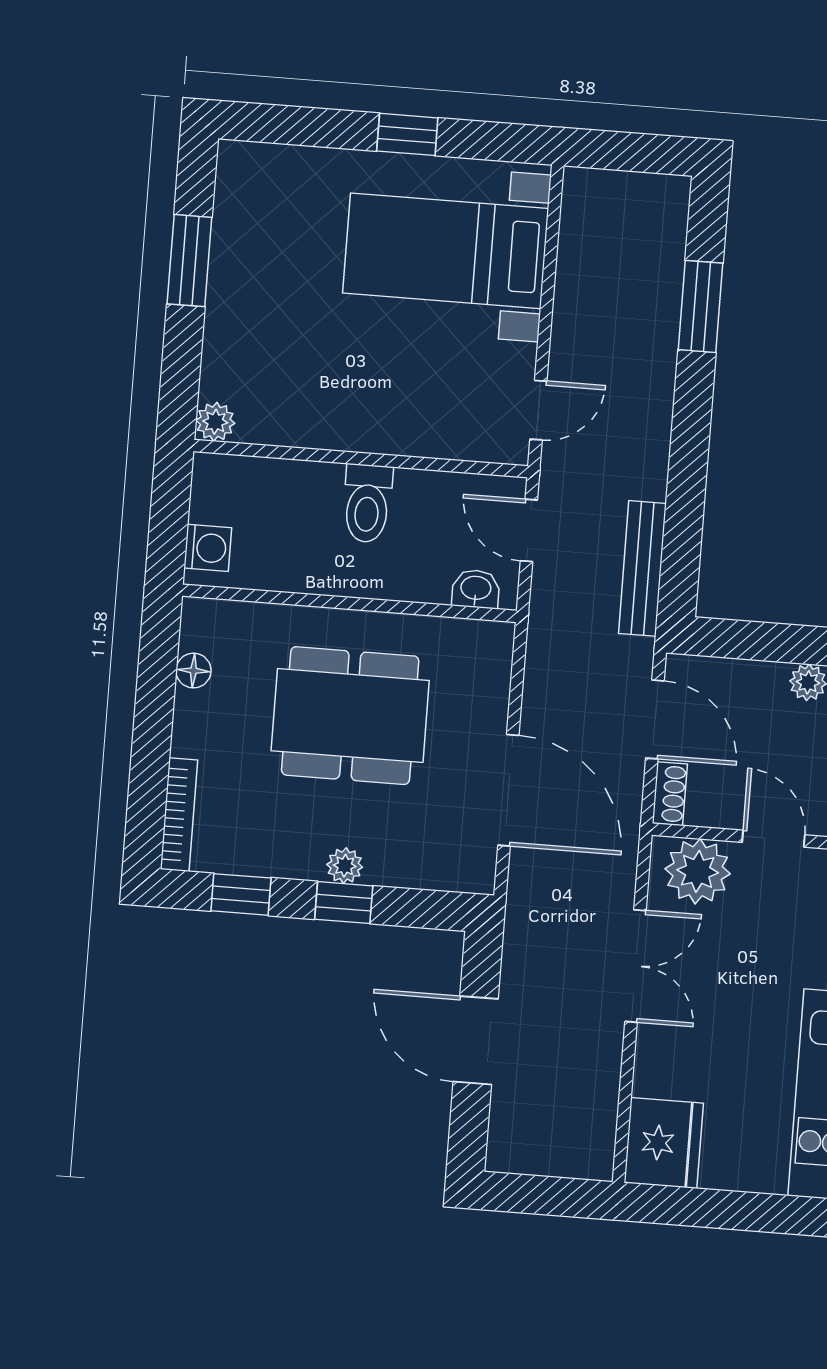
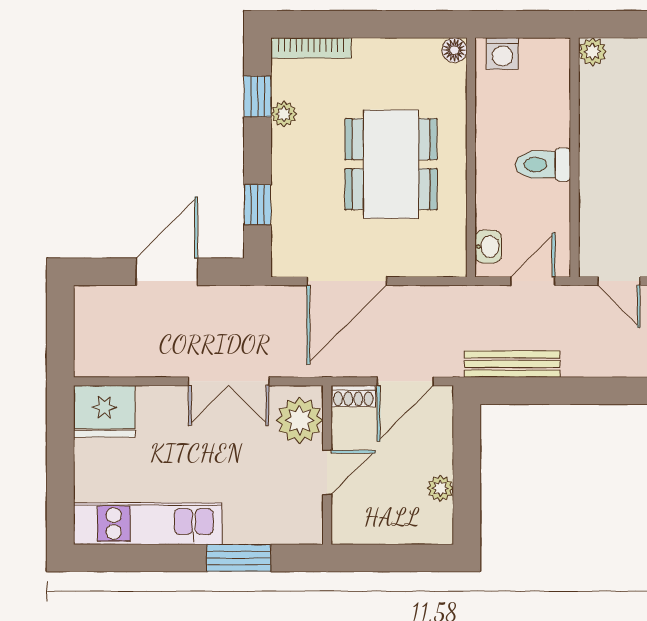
floor lamp: (193, 671) -> (454, 50), moved
plant: (345, 866) -> (284, 114), moved
window: (344, 903) -> (258, 205), moved

